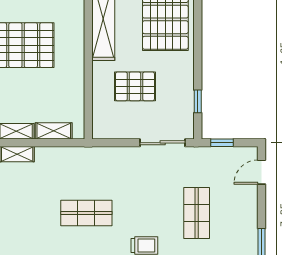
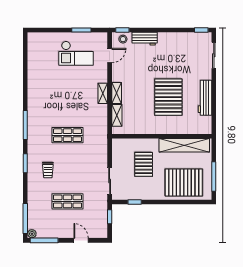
door: (261, 172) -> (81, 240), moved
shop shelf: (86, 213) -> (67, 135), turned 90

